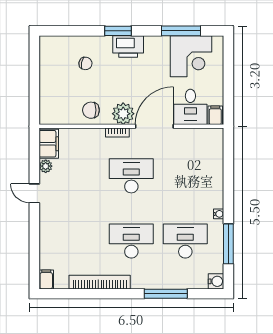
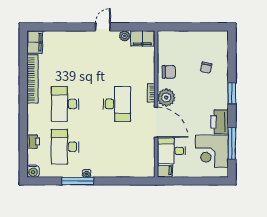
printer: (128, 46) -> (220, 122), moved
chair: (91, 110) -> (169, 72), turned 90
desk: (131, 241) -> (65, 104), turned 180
desk: (185, 241) -> (65, 147), turned 180
window: (228, 244) -> (78, 181), moved
filing cabinet: (46, 279) -> (35, 42), width x2.00
printer: (179, 281) -> (33, 142), added
window: (166, 294) -> (23, 131), removed

